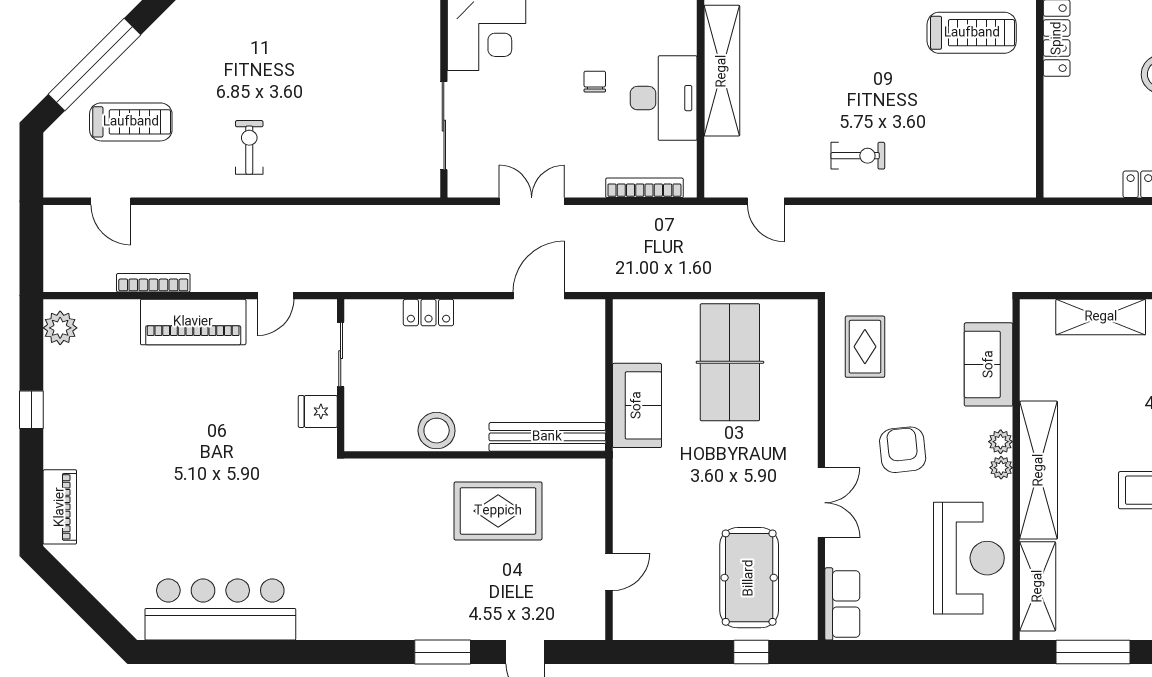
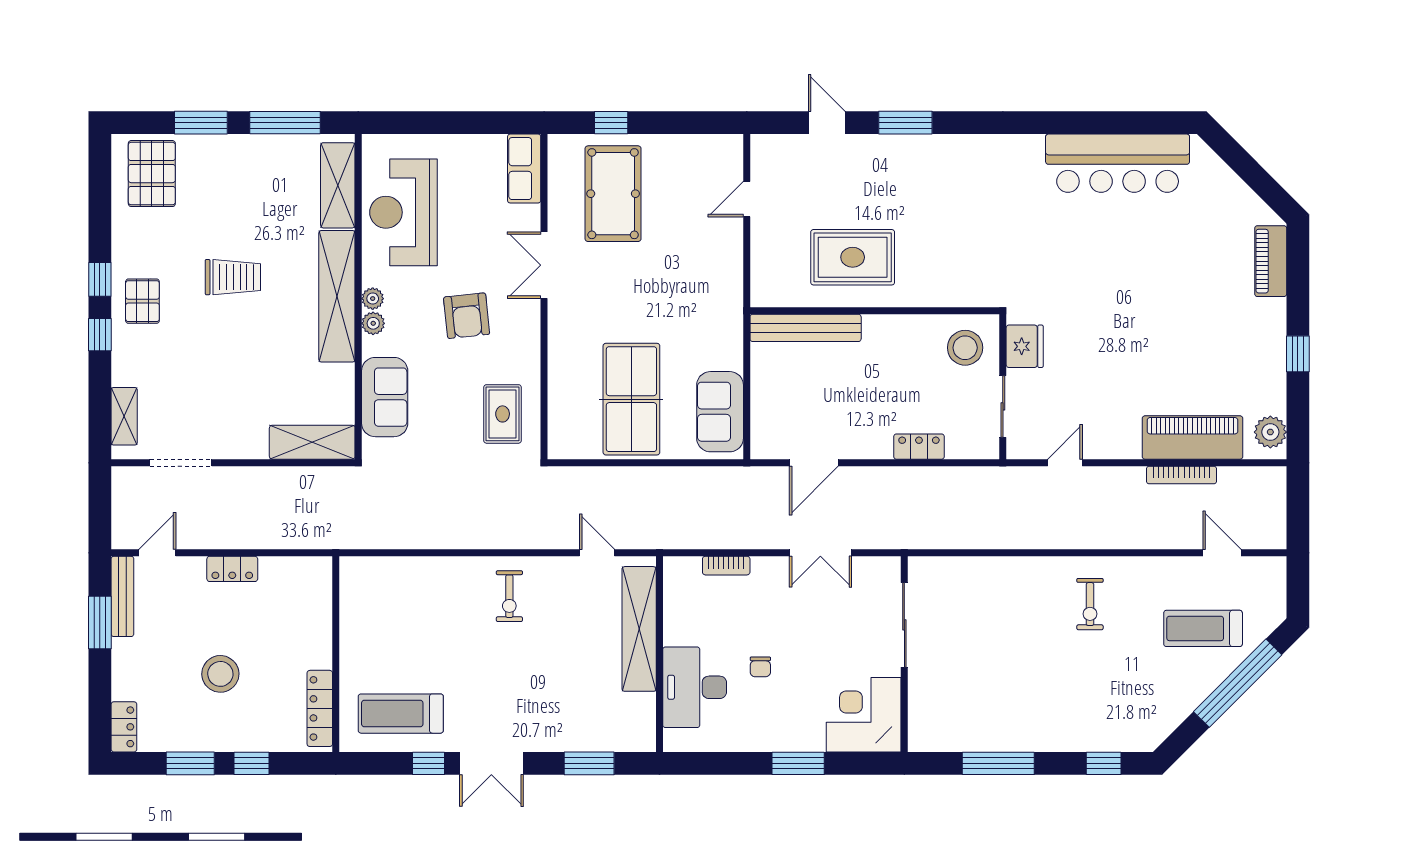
shelving: (722, 71) -> (639, 629), moved
desk: (664, 98) -> (695, 687), moved
exercise bike: (858, 156) -> (509, 596), turned -90
bookcase: (644, 188) -> (726, 566), width x0.64
shelving: (1101, 317) -> (312, 442), moved
piano: (193, 322) -> (1192, 438), moved
sofa: (637, 405) -> (720, 412), moved
fridge: (318, 411) -> (1025, 346), width x1.38
stool: (437, 431) -> (965, 348), moved

